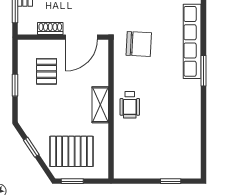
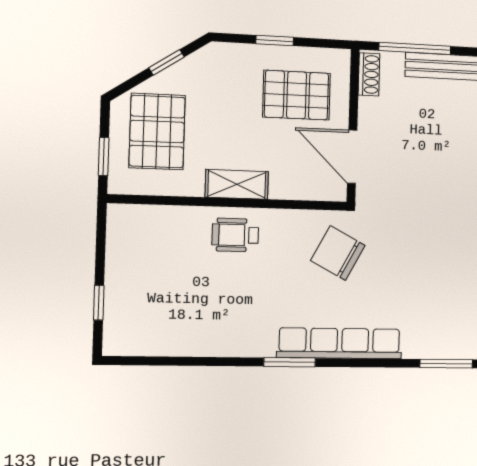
shoe rack: (50, 28) -> (369, 74), moved
chair: (139, 44) -> (338, 253), turned 115
pallet: (47, 71) -> (297, 95), width x1.50, depth x1.42
window: (72, 181) -> (104, 157), moved

